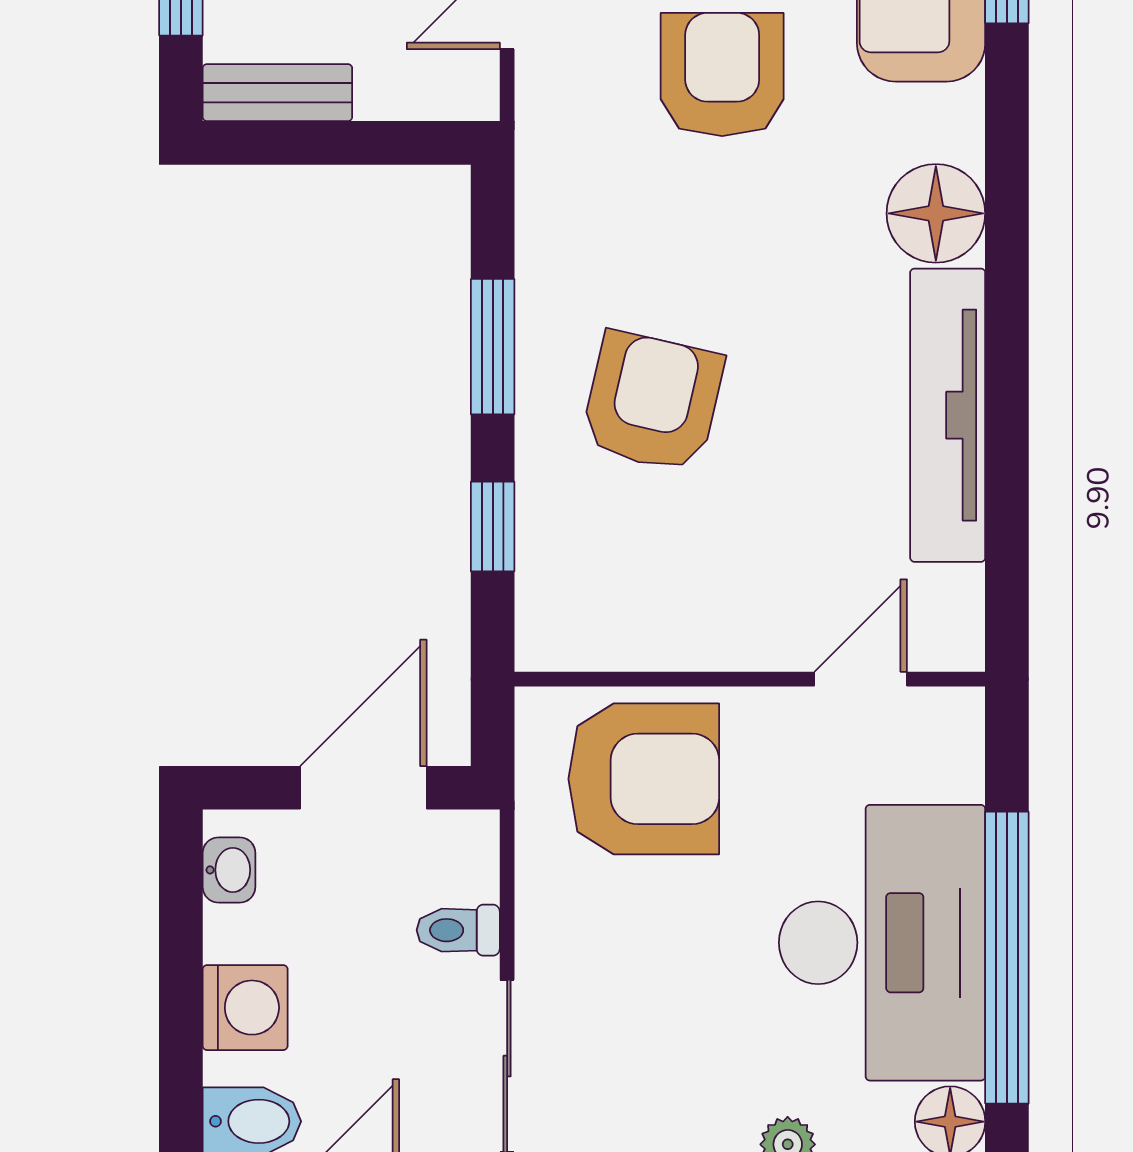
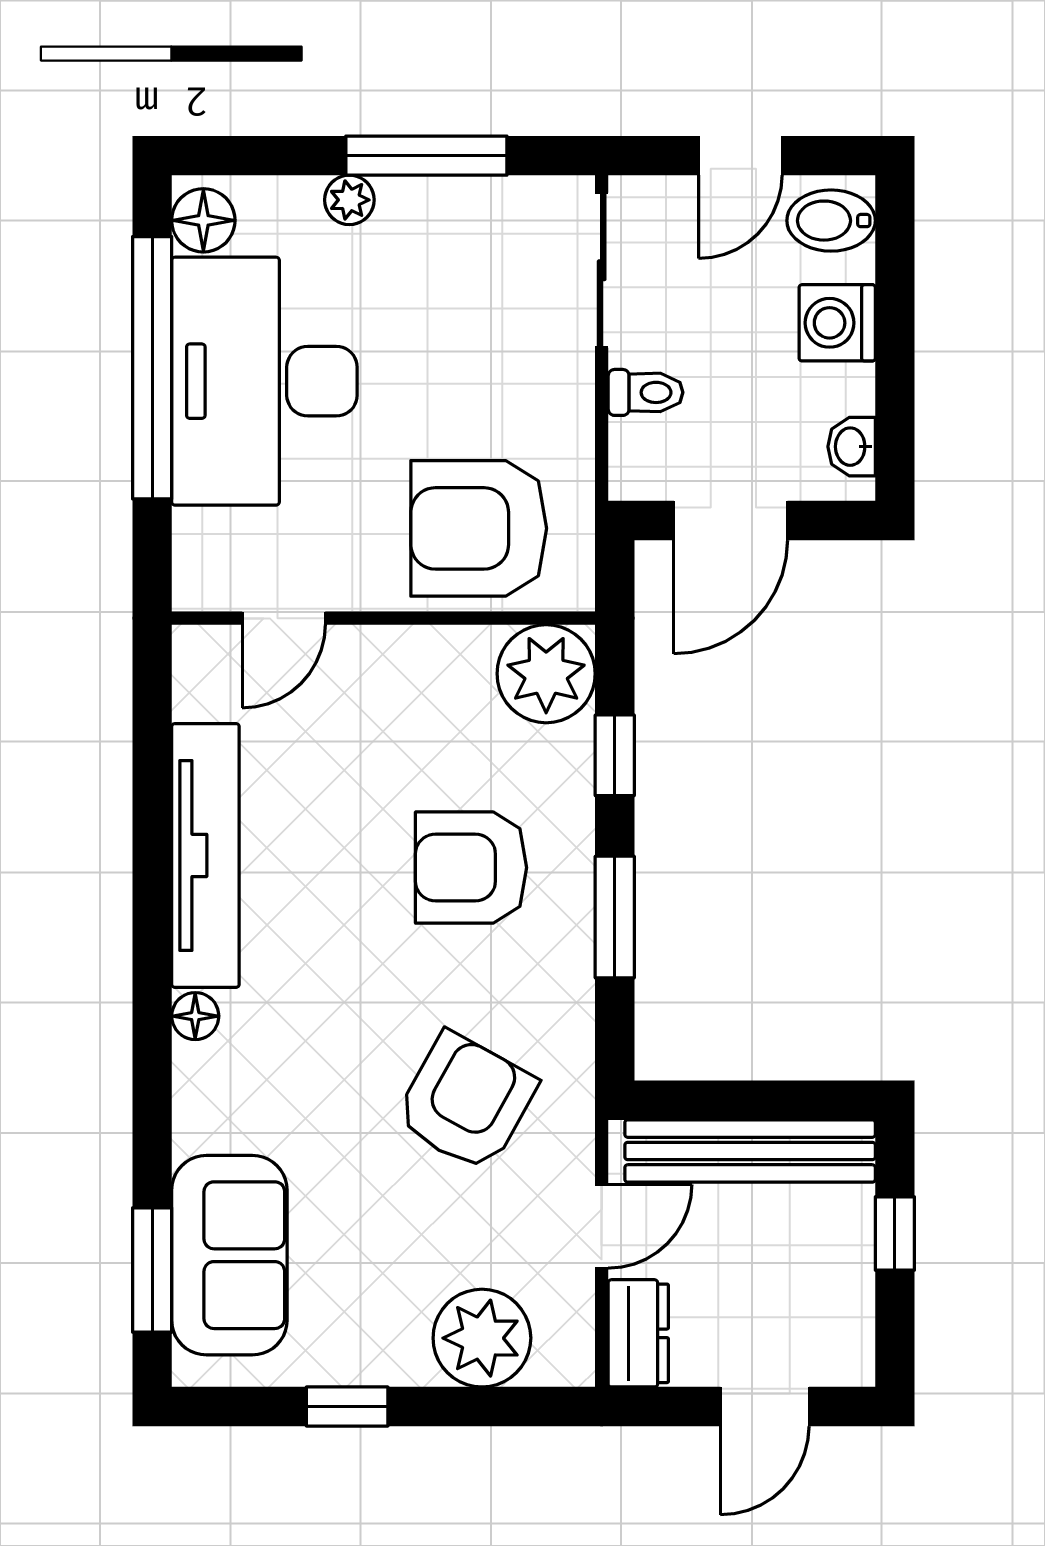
armchair: (722, 74) -> (466, 1102), moved, turned -151
bench: (277, 93) -> (750, 1151), width x1.86, depth x1.21
floor lamp: (936, 213) -> (195, 1016), width x0.53, depth x0.53
armchair: (652, 402) -> (471, 868), turned 77
plant: (569, 617) -> (546, 674), added

